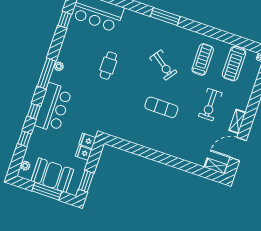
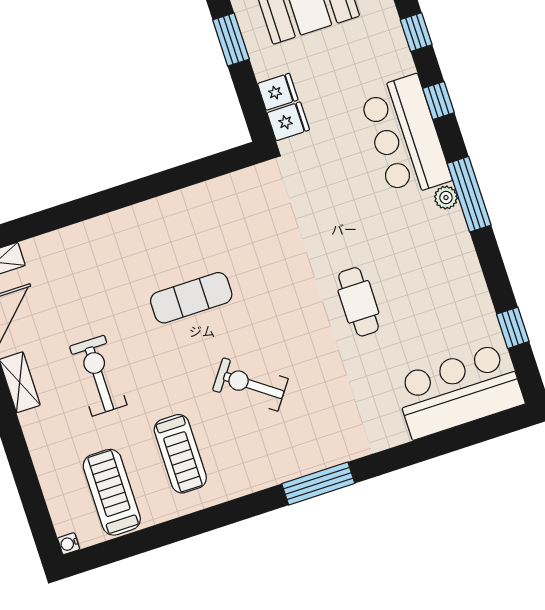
plant: (59, 66) -> (446, 198), moved

